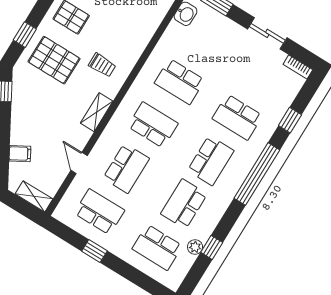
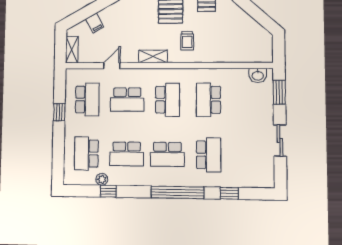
bookcase: (298, 67) -> (270, 176), removed
school desk: (237, 117) -> (209, 155), turned 180
school desk: (184, 204) -> (127, 154), turned 180

